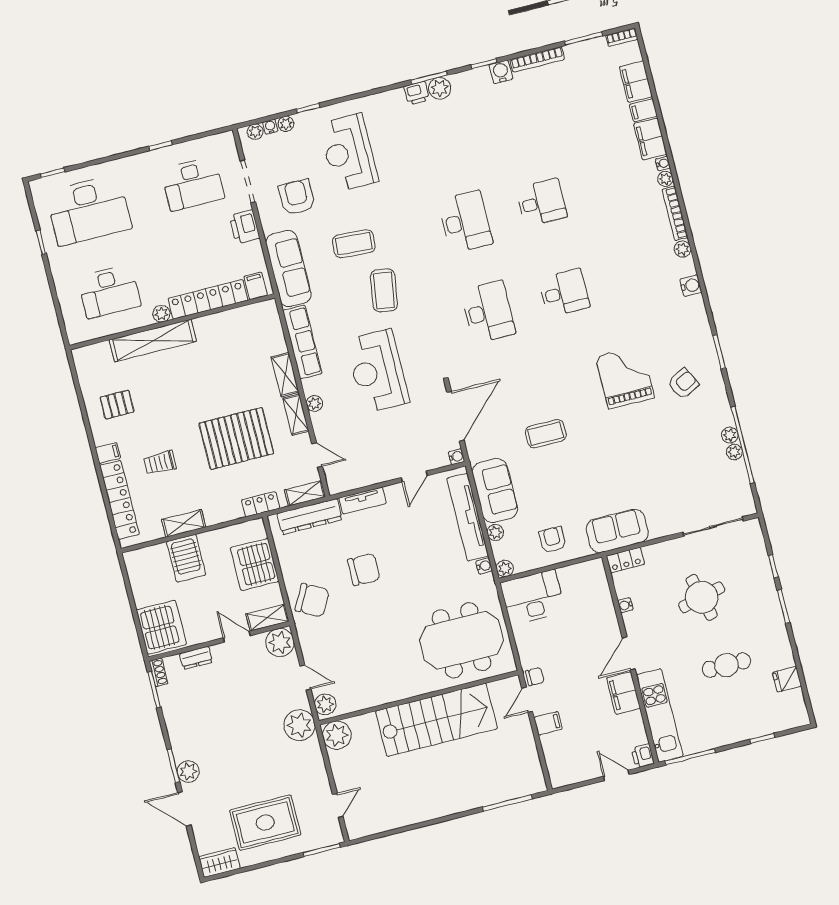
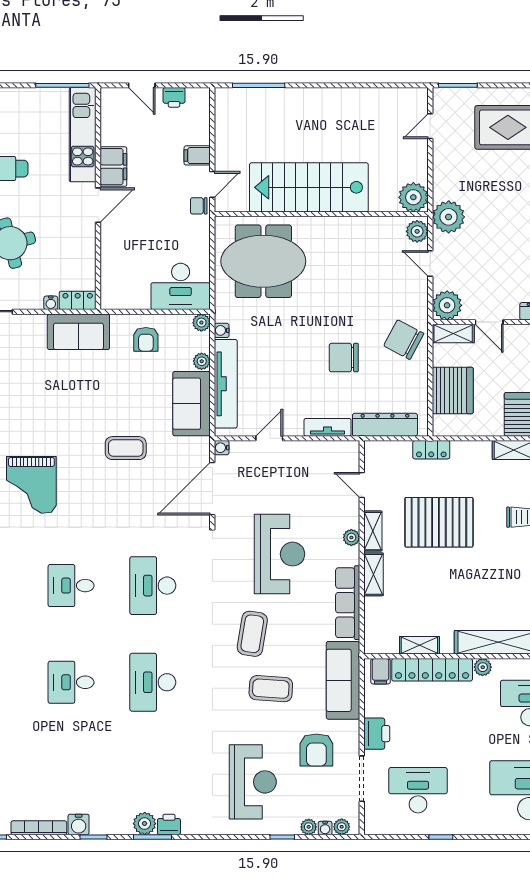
shelving: (305, 493) -> (419, 645), moved
water cooler: (625, 605) -> (51, 303), moved, turned 90
printer: (643, 756) -> (174, 97), moved, turned 90

